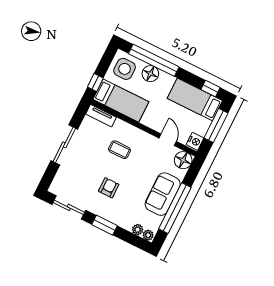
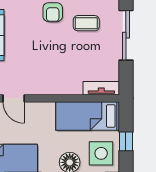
window: (95, 83) -> (126, 141), moved
coffee table: (119, 150) -> (86, 23), moved

